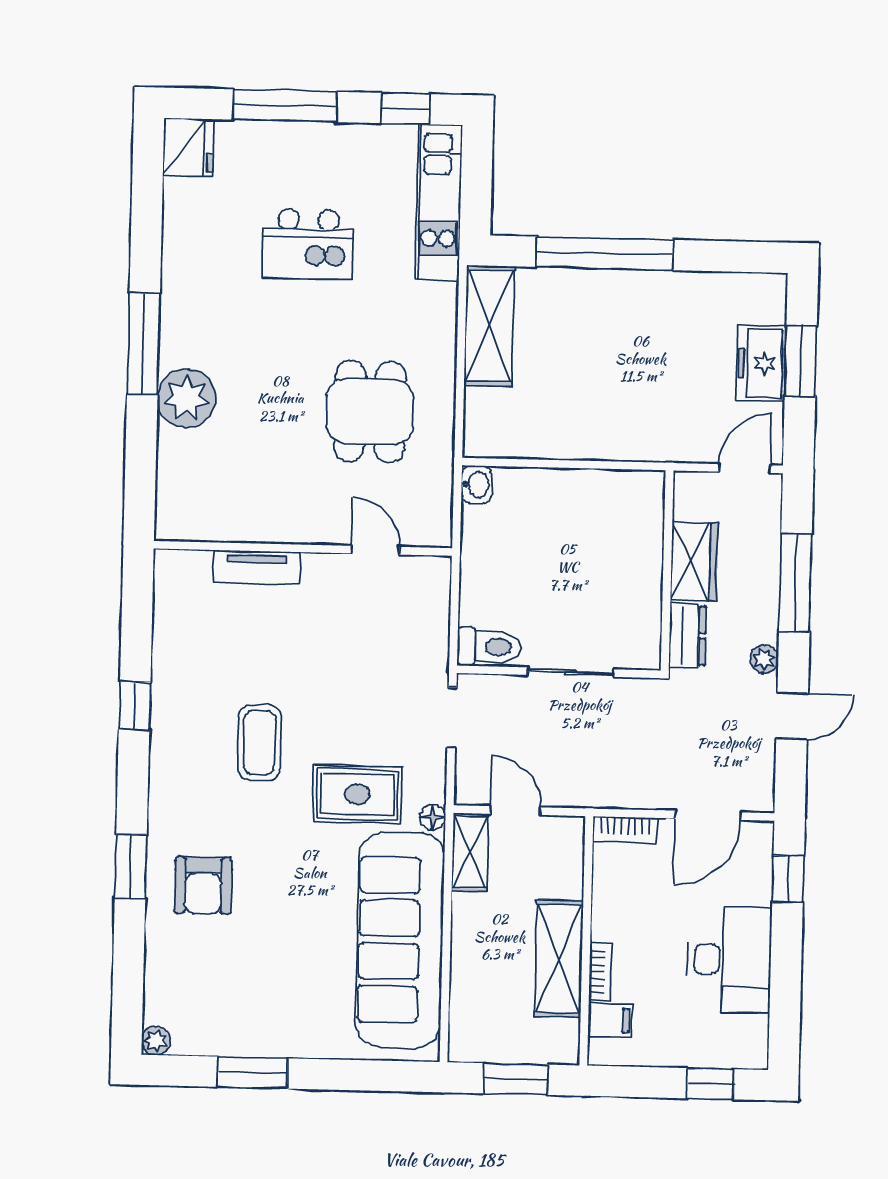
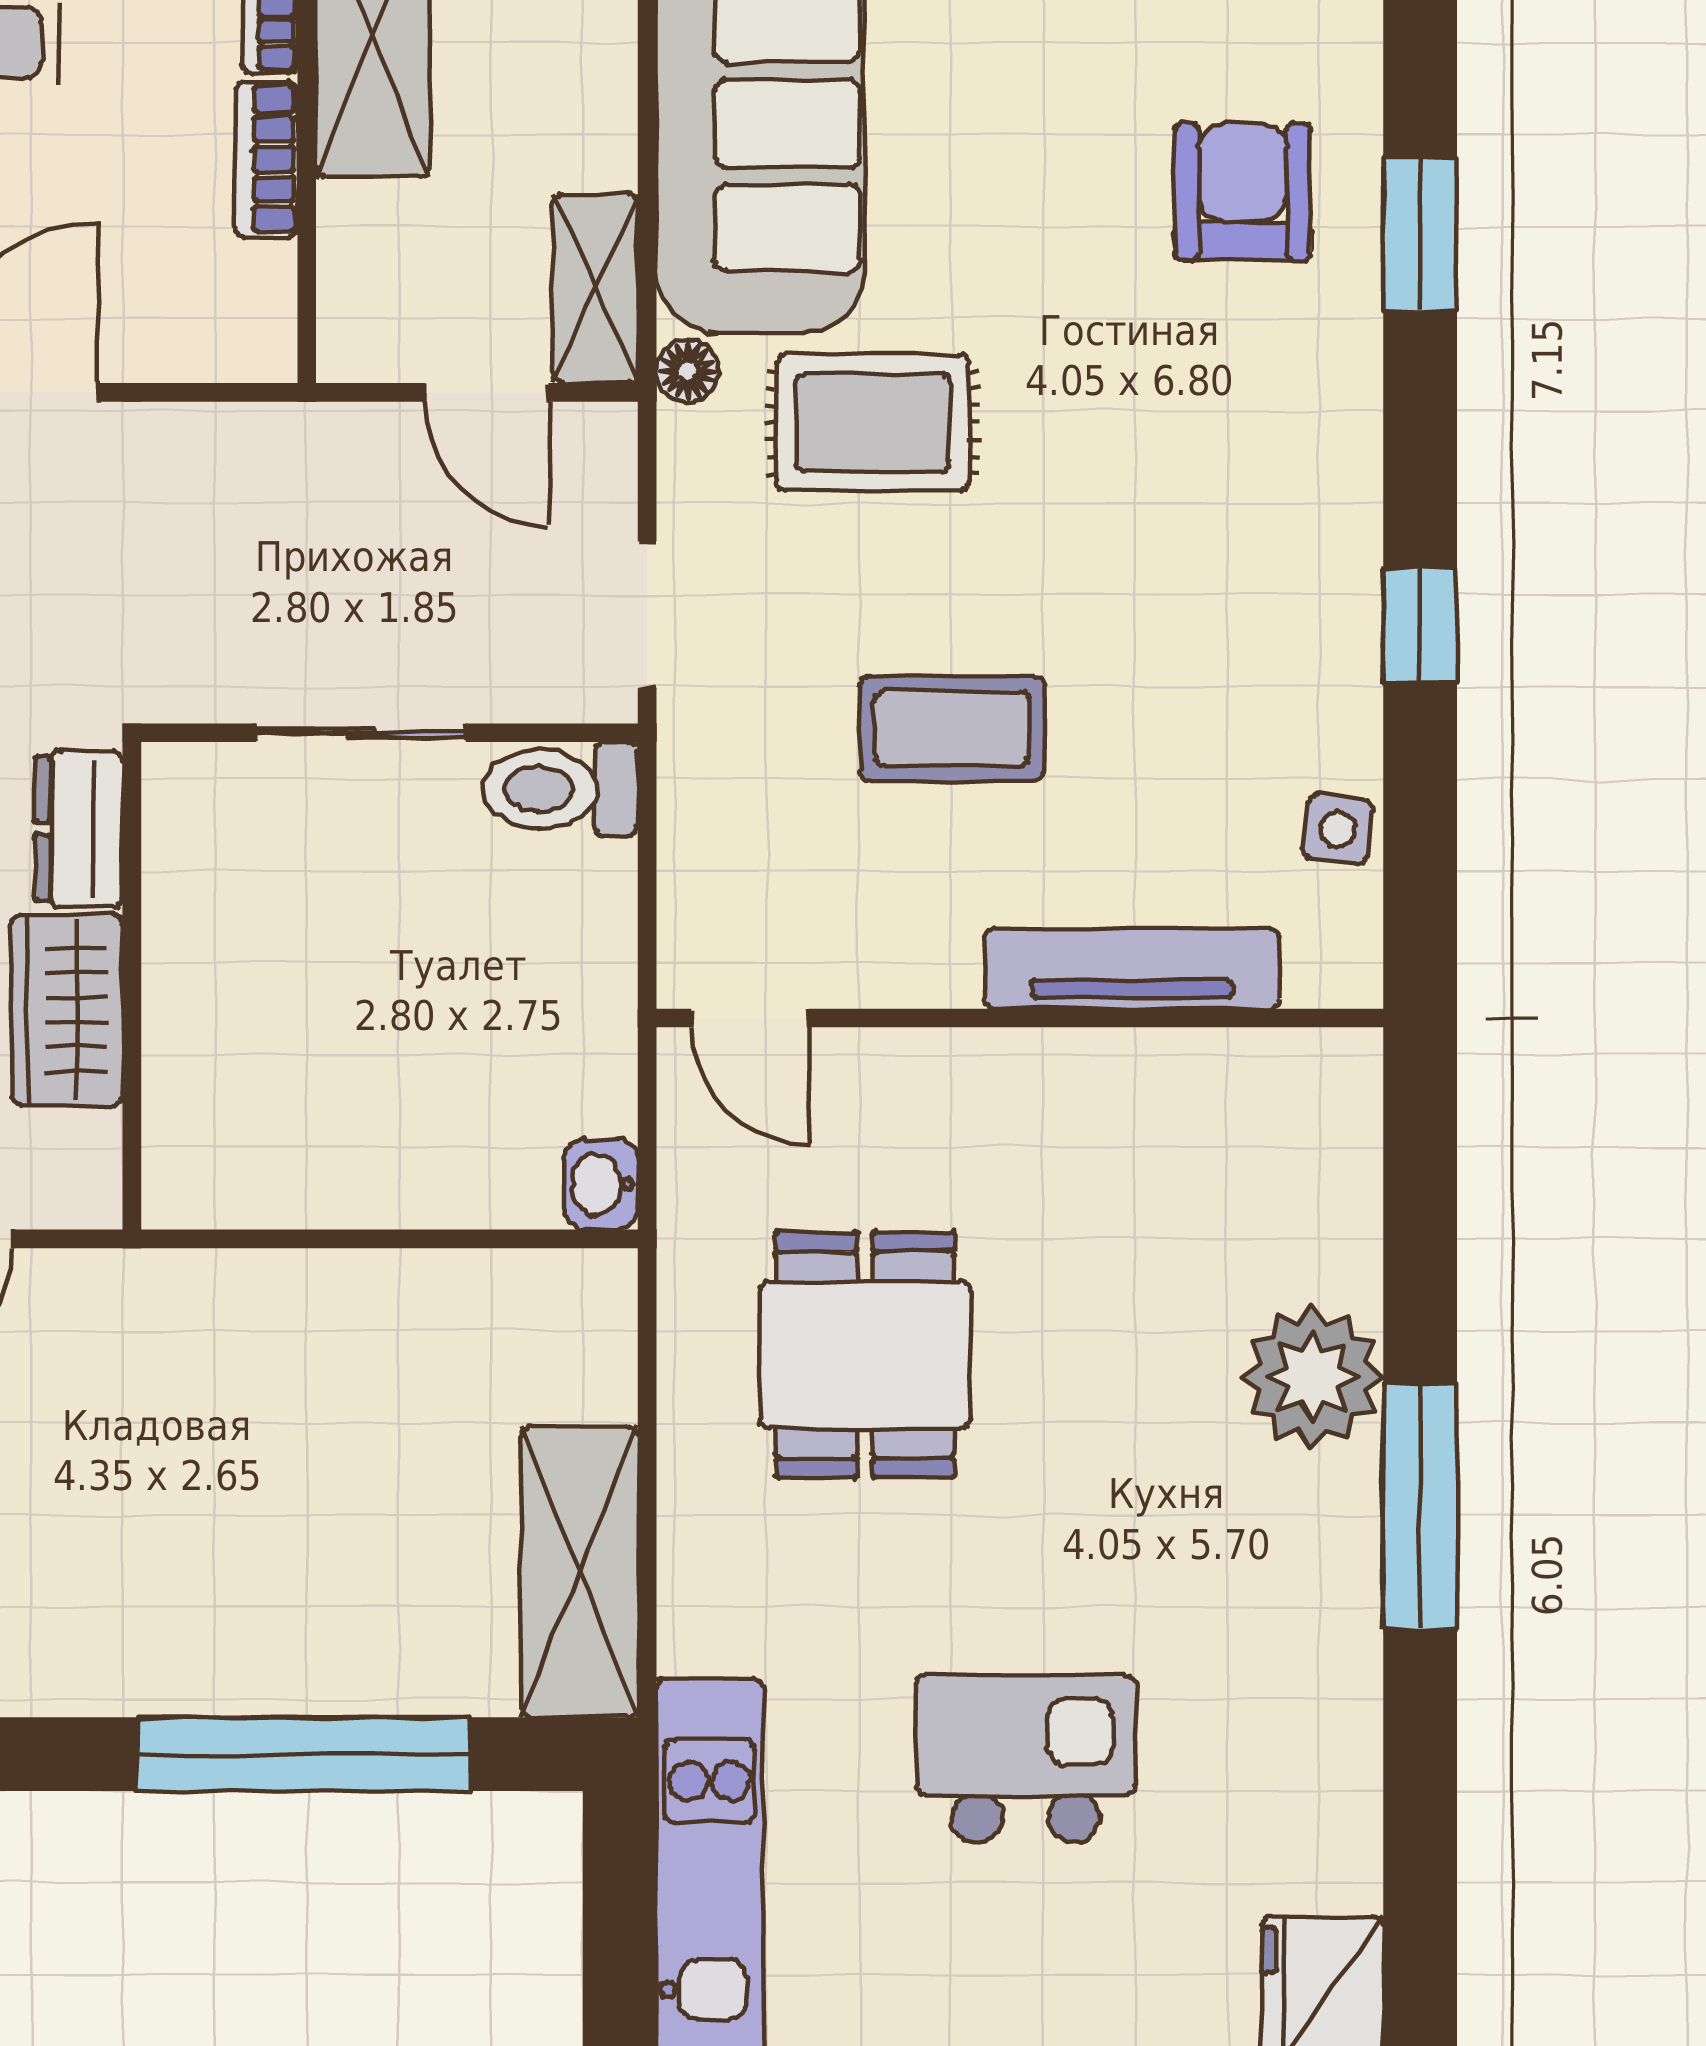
door: (376, 550) -> (750, 1018), moved
tv unit: (256, 567) -> (1132, 969), width x1.41
side table: (170, 623) -> (1338, 829), added
coffee table: (259, 743) -> (952, 729), moved, turned 90
bookcase: (625, 830) -> (266, 159), moved, turned -90

